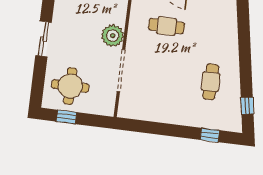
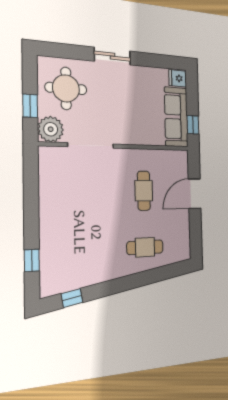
plant: (113, 36) -> (51, 129), moved
cafe table: (211, 82) -> (145, 247), moved
window: (66, 117) -> (30, 106), moved

